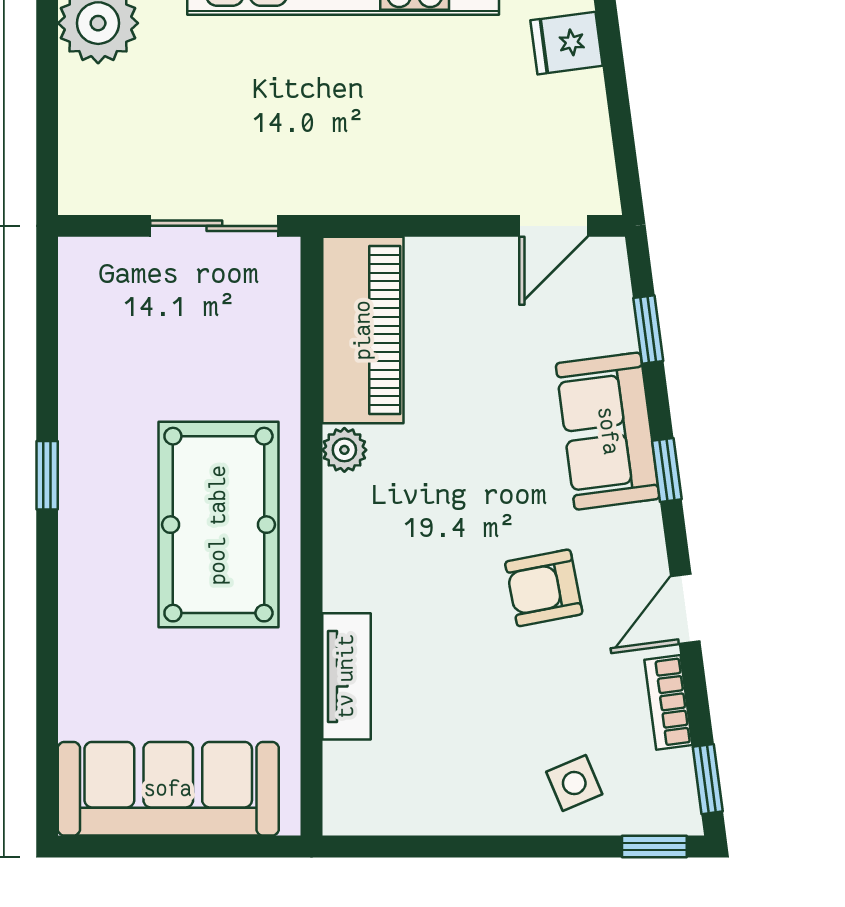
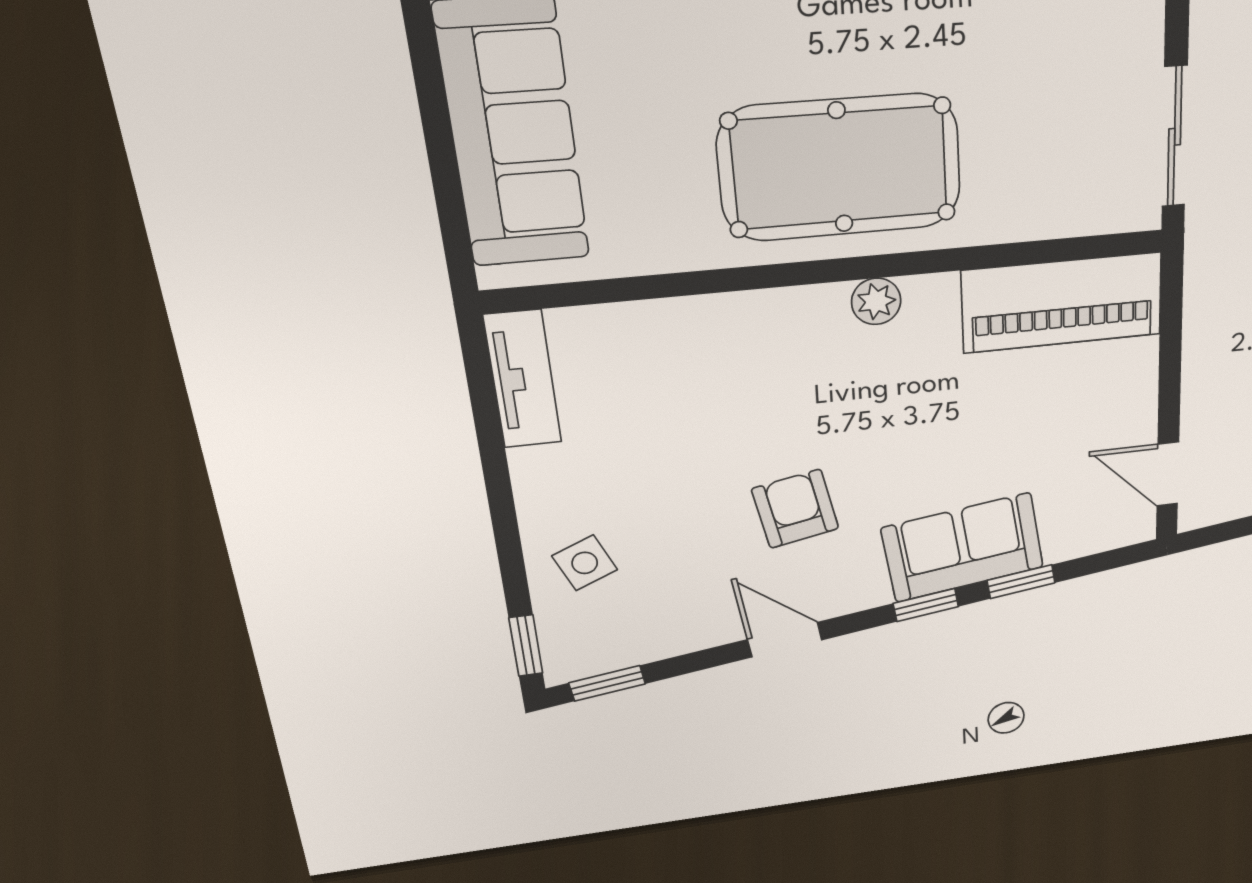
window: (648, 329) -> (1021, 582), moved
plant: (344, 450) -> (876, 301), moved
tv unit: (346, 676) -> (523, 379), moved, turned -90
bookcase: (668, 702) -> (685, 638), removed

